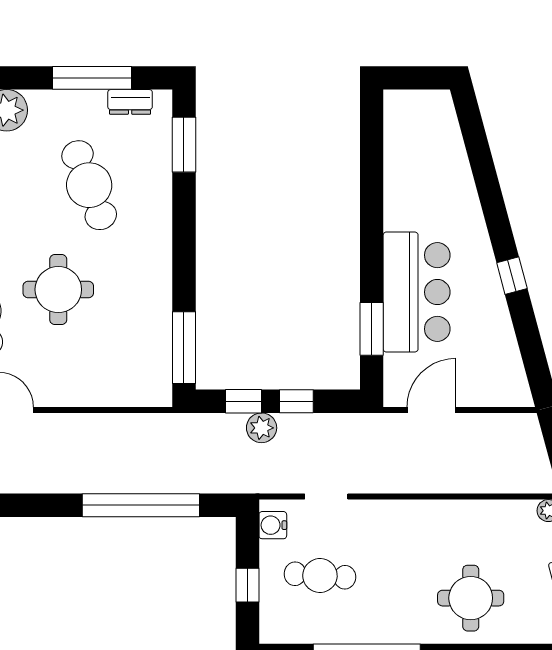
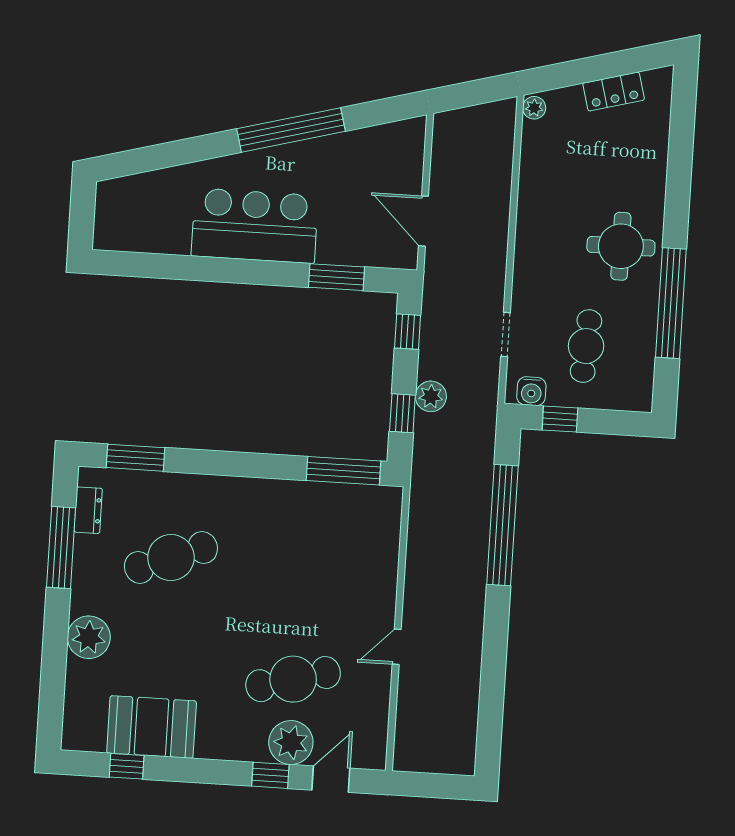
window: (512, 276) -> (291, 130), width x3.17
round table: (58, 290) -> (276, 596), removed
bar counter: (417, 292) -> (255, 226), moved
window: (296, 401) -> (408, 332), moved
window: (247, 585) -> (560, 419), moved
round table: (471, 598) -> (621, 246), moved

